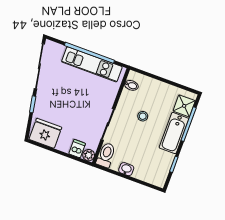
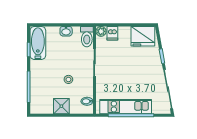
shower: (184, 106) -> (61, 106), moved
bathtub: (174, 133) -> (38, 43), moved

